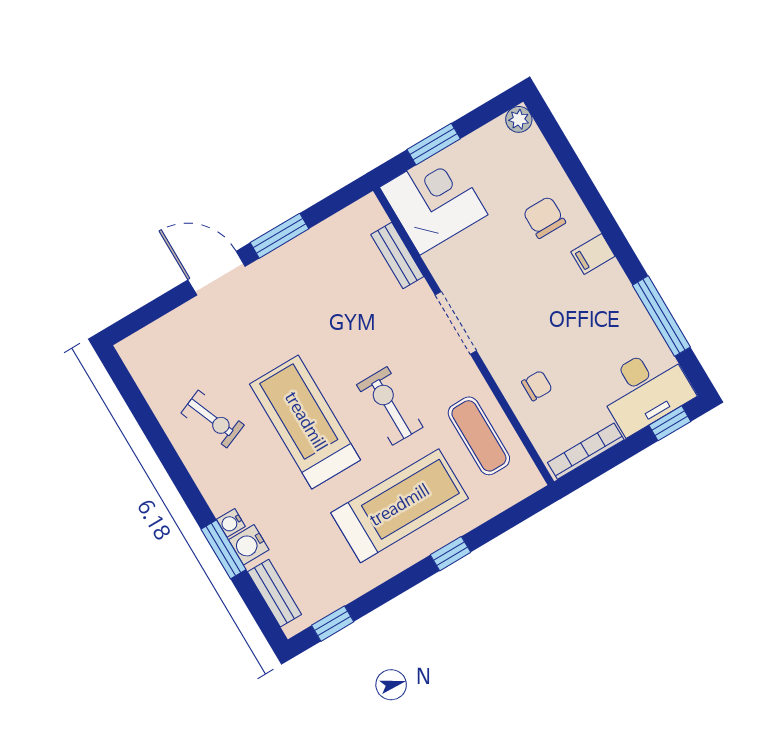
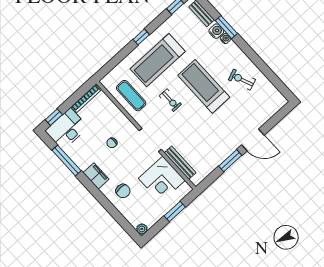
corner desk: (434, 201) -> (162, 179), moved
filing cabinet: (593, 254) -> (96, 176), width x2.00
bench: (397, 255) -> (180, 163), width x1.36
chair: (537, 386) -> (112, 143), moved
exercise bike: (390, 406) -> (170, 100), width x0.73, depth x0.72
treadmill: (305, 422) -> (204, 86), turned 180
window: (450, 554) -> (141, 37), moved

